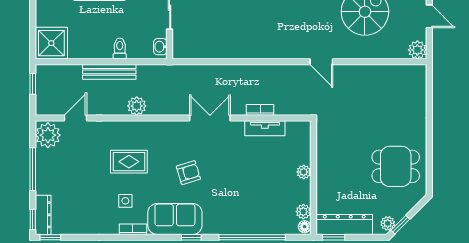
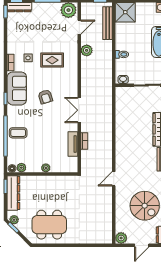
bench: (109, 72) -> (108, 23), moved
plant: (137, 106) -> (87, 50), moved
door: (75, 118) -> (79, 27), hinge flipped
double door: (210, 118) -> (79, 110), swing flipped
rug: (129, 162) -> (52, 60), turned 90
dining table: (396, 166) -> (49, 225), width x1.37
coffee table: (247, 217) -> (18, 133), added

